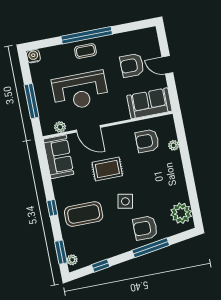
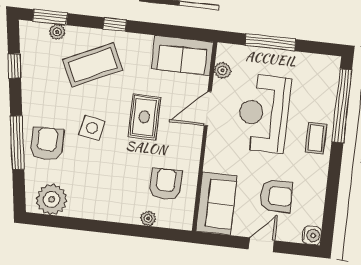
window: (87, 35) -> (342, 106), moved
water cooler: (33, 56) -> (312, 235), moved
armchair: (132, 65) -> (276, 196), turned 90
coffee table: (84, 214) -> (93, 65), turned 65
plant: (72, 260) -> (57, 32), moved

